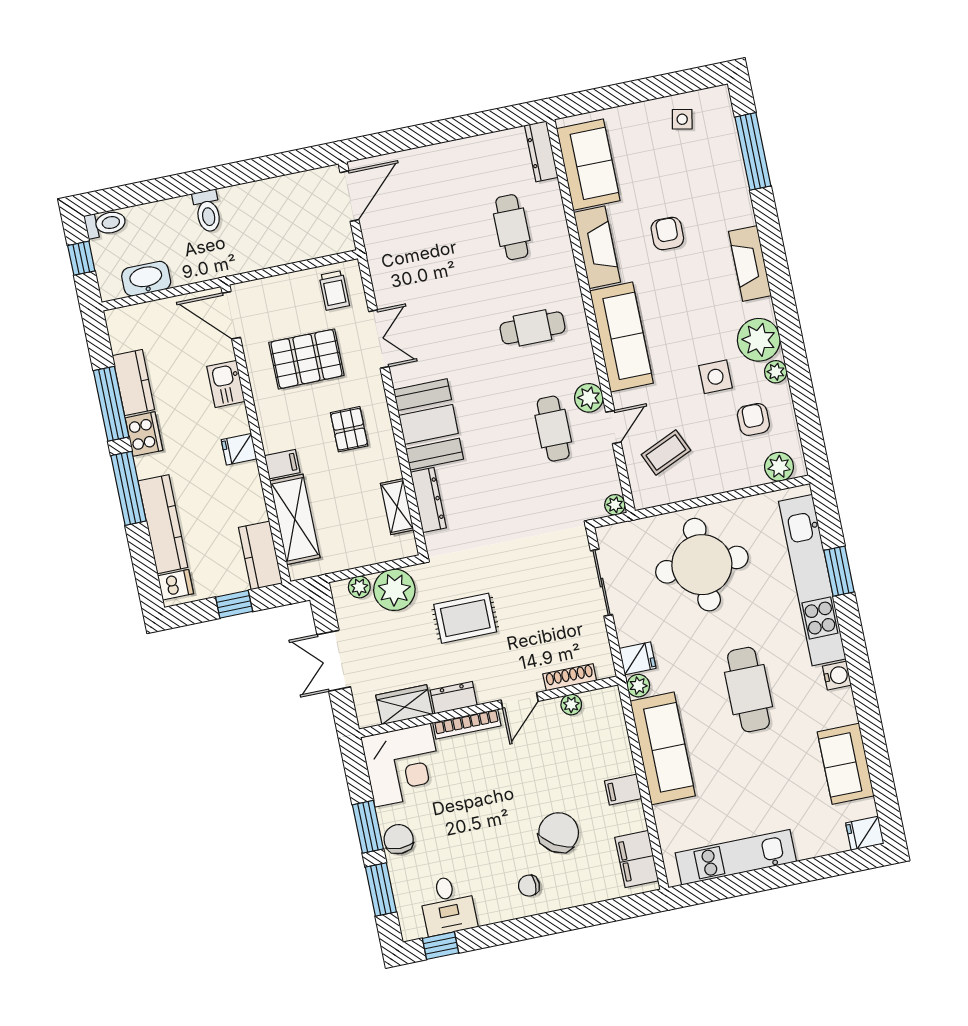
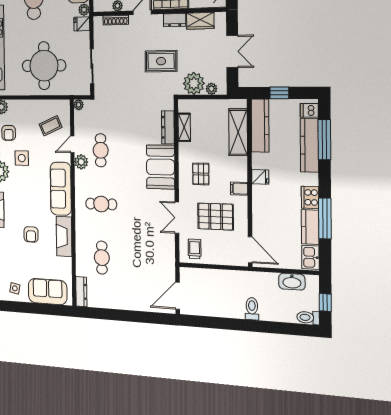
sofa: (588, 165) -> (48, 292), moved, turned 90
kitchen sink: (226, 384) -> (310, 257), moved, turned 180
filing cabinet: (282, 464) -> (239, 189), moved
window: (129, 488) -> (324, 140), moved
kitchen counter: (260, 555) -> (260, 126), width x1.50

